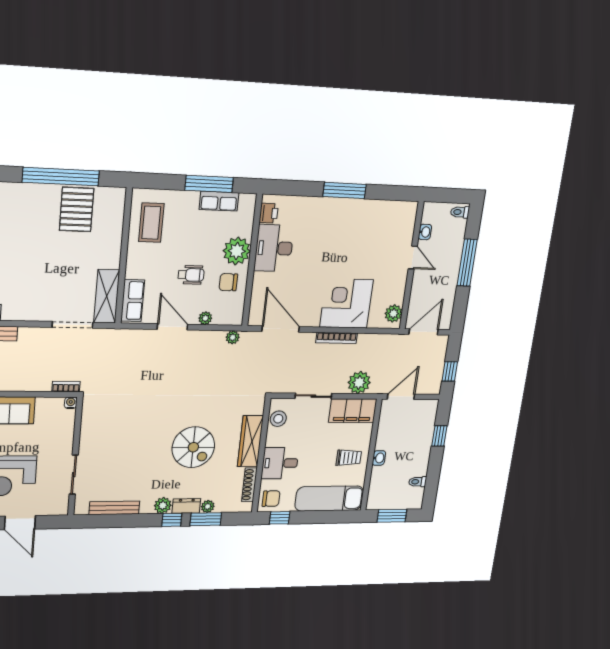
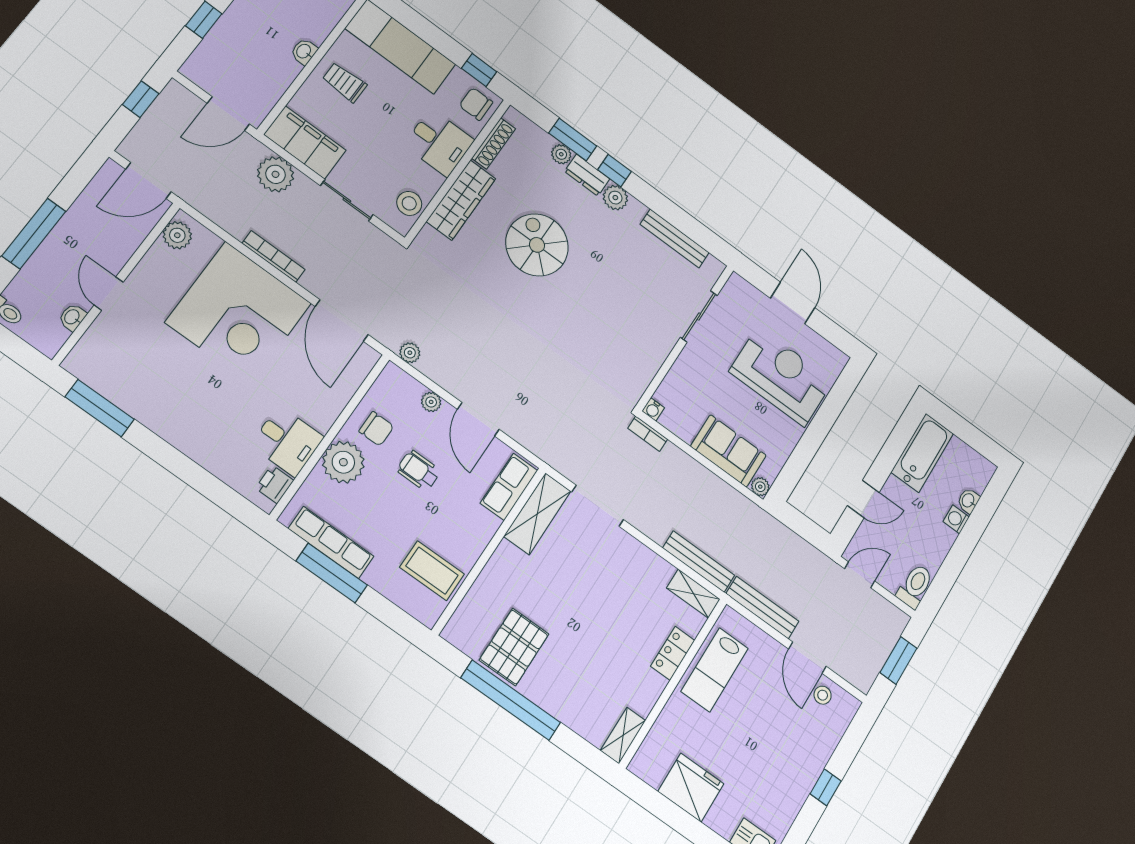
window: (345, 190) -> (100, 408), moved
row of seats: (219, 201) -> (331, 542), width x1.48
coffee table: (151, 223) -> (432, 571), turned 90
desk: (274, 248) -> (287, 441), width x0.73
corner desk: (346, 303) -> (238, 313), width x1.36, depth x1.36

